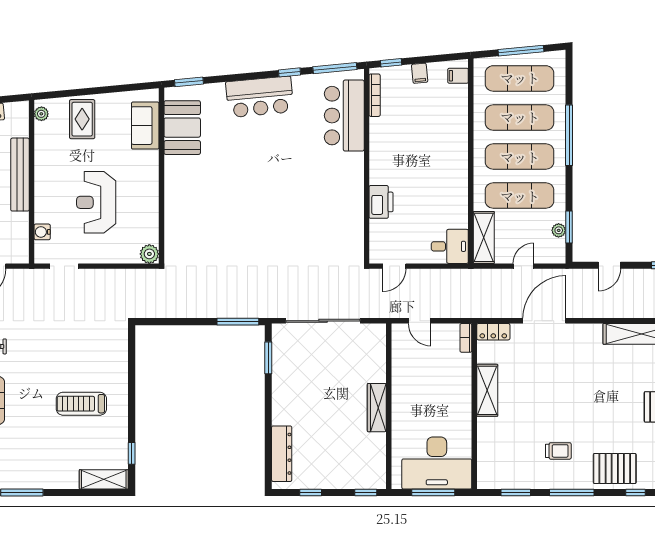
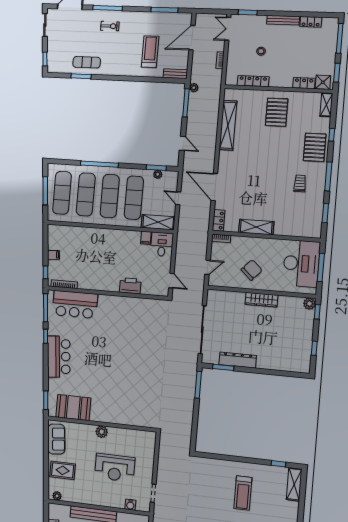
filing cabinet: (458, 76) -> (146, 238), moved
sofa: (145, 126) -> (56, 439), moved, turned -95
plant: (149, 254) -> (102, 432), moved
chair: (421, 389) -> (252, 270), added
dresser: (282, 454) -> (238, 360), moved
plant: (377, 480) -> (309, 304), added

